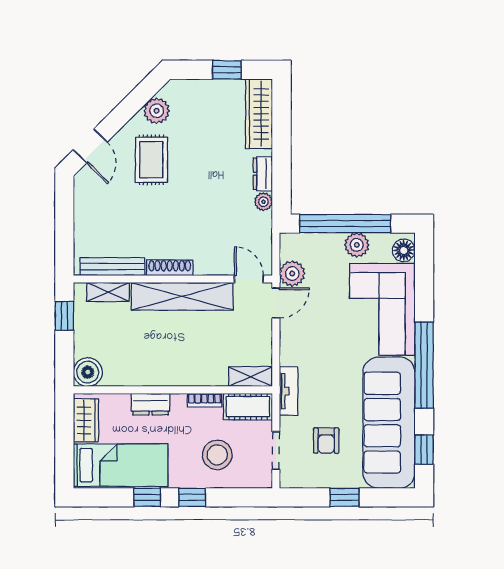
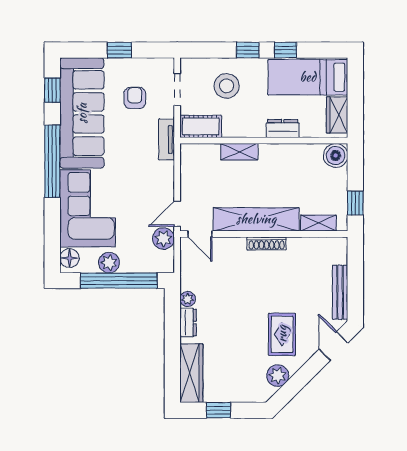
bench: (112, 267) -> (340, 292), moved, turned 90
shelving: (251, 377) -> (239, 152), moved
bookcase: (204, 400) -> (237, 132), removed

